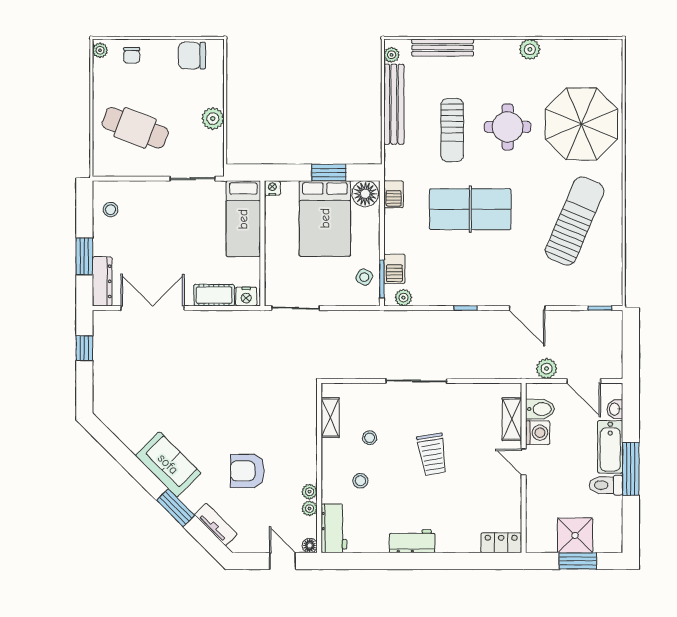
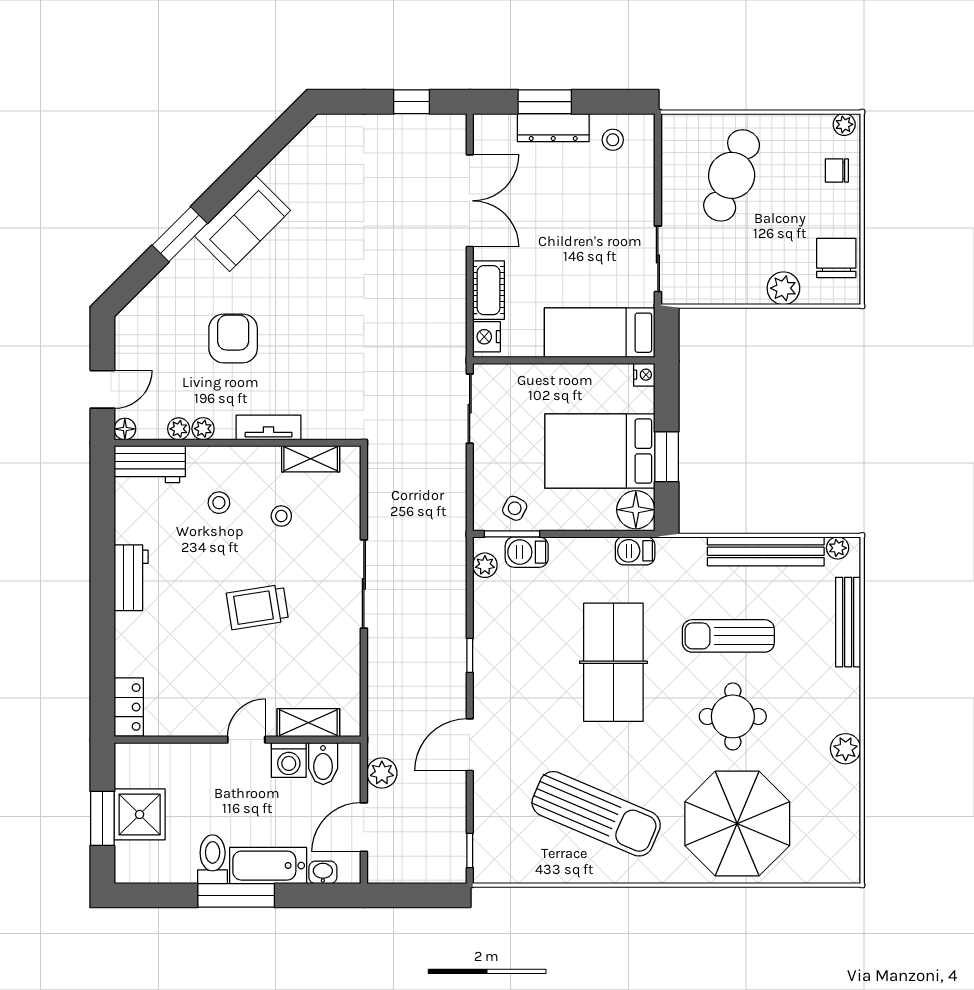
plant: (213, 119) -> (783, 288), moved
dresser: (102, 281) -> (553, 128), moved
tv unit: (216, 524) -> (269, 427), moved, turned -135

